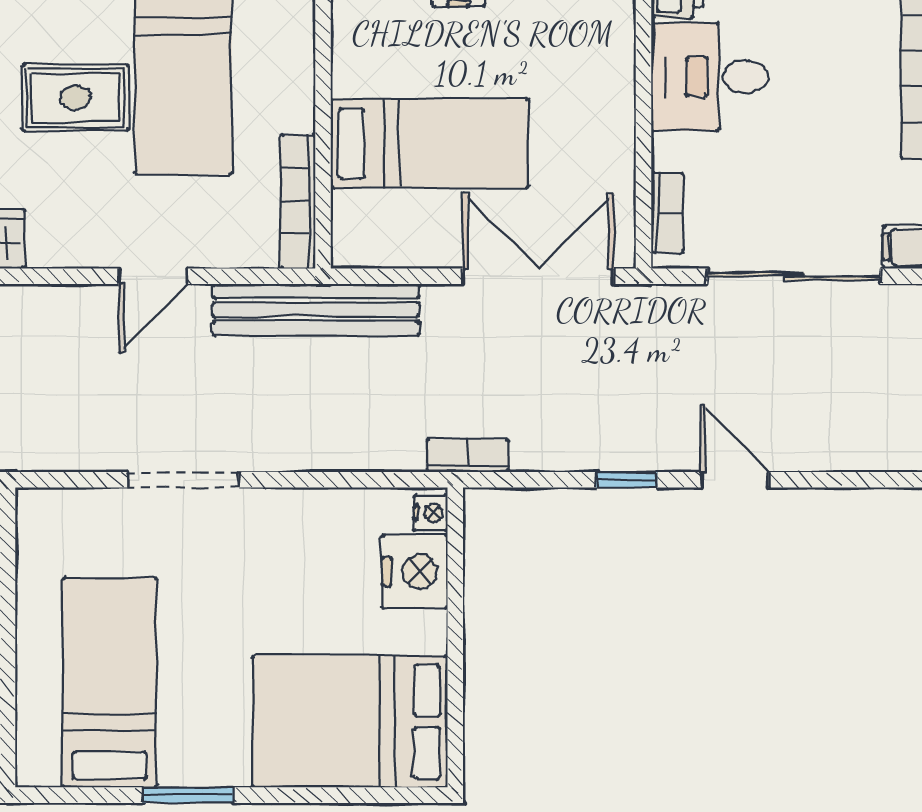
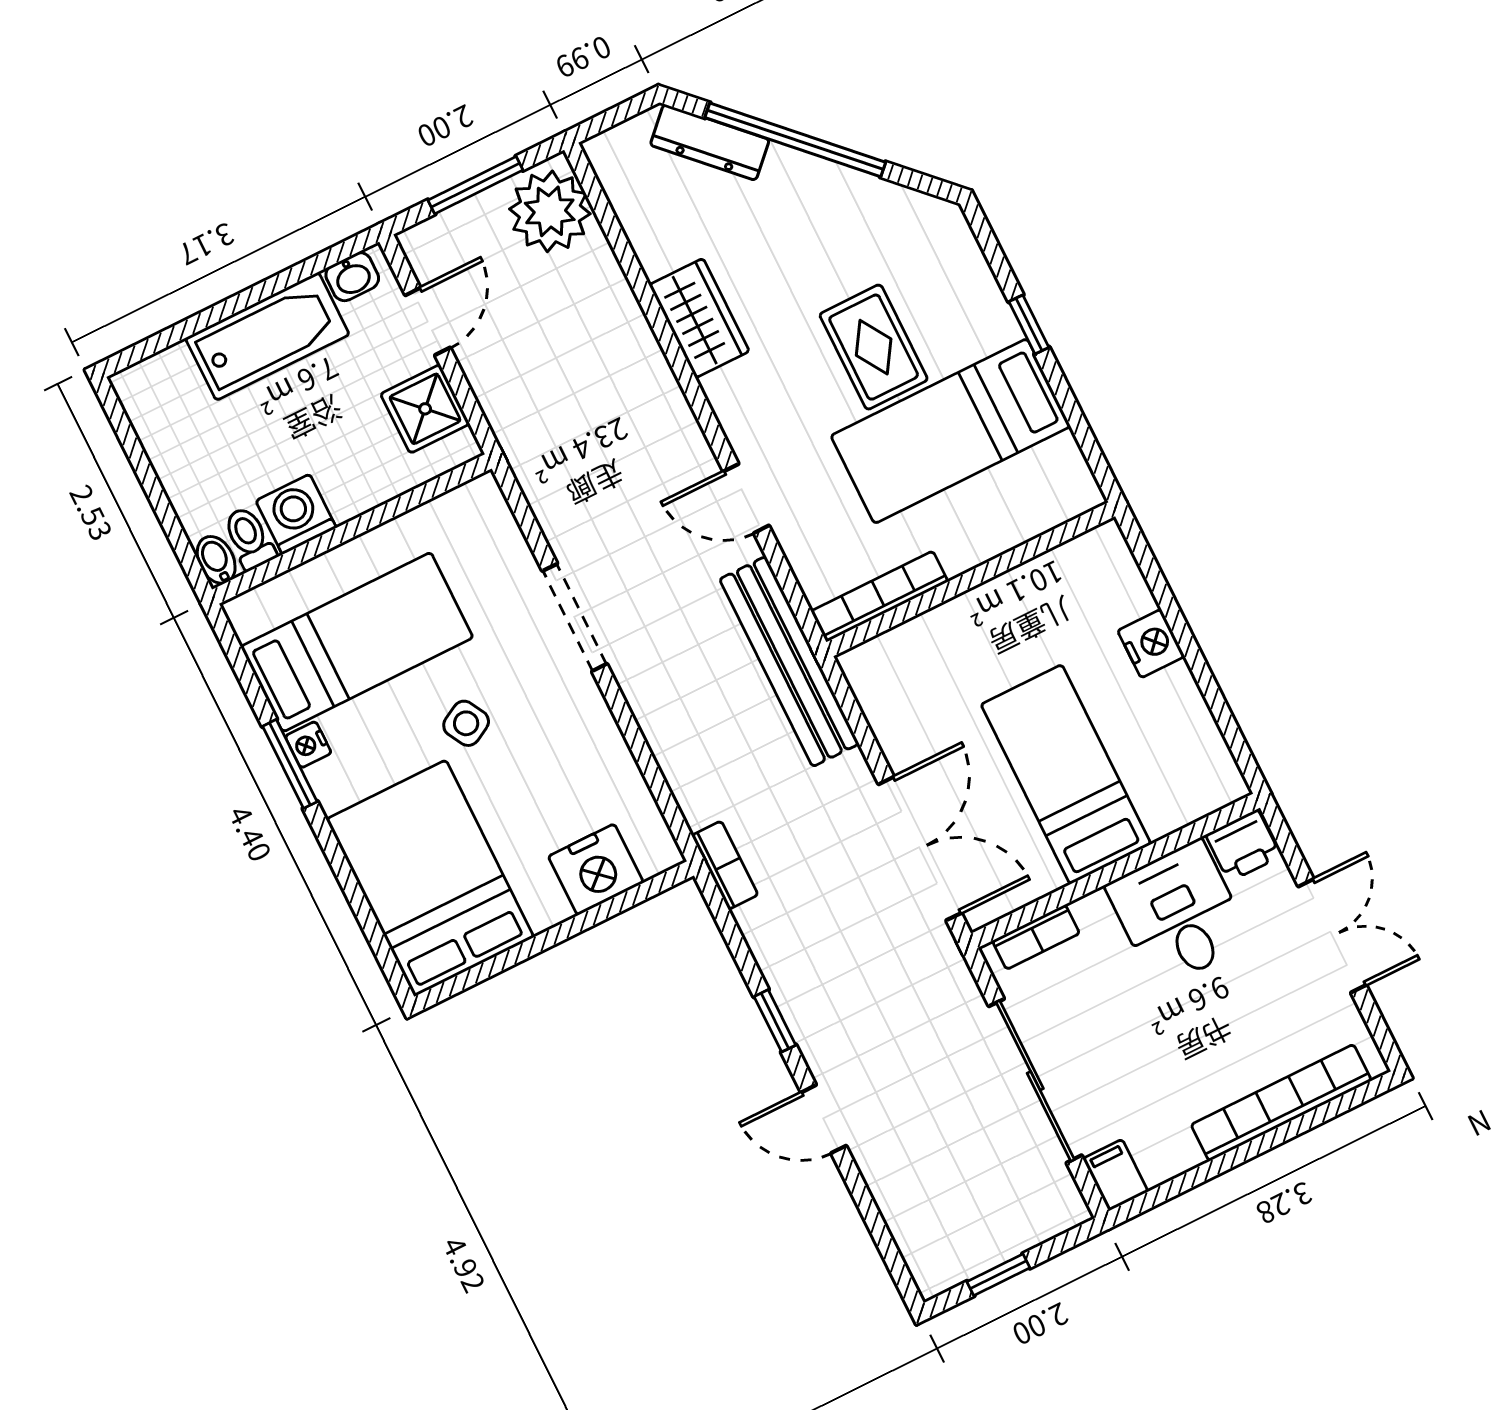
bed: (430, 143) -> (1066, 774), moved, turned 180
door: (735, 480) -> (824, 1119), swing flipped
nightstand: (431, 513) -> (308, 745), moved, turned 90
side table: (229, 622) -> (466, 723), added

